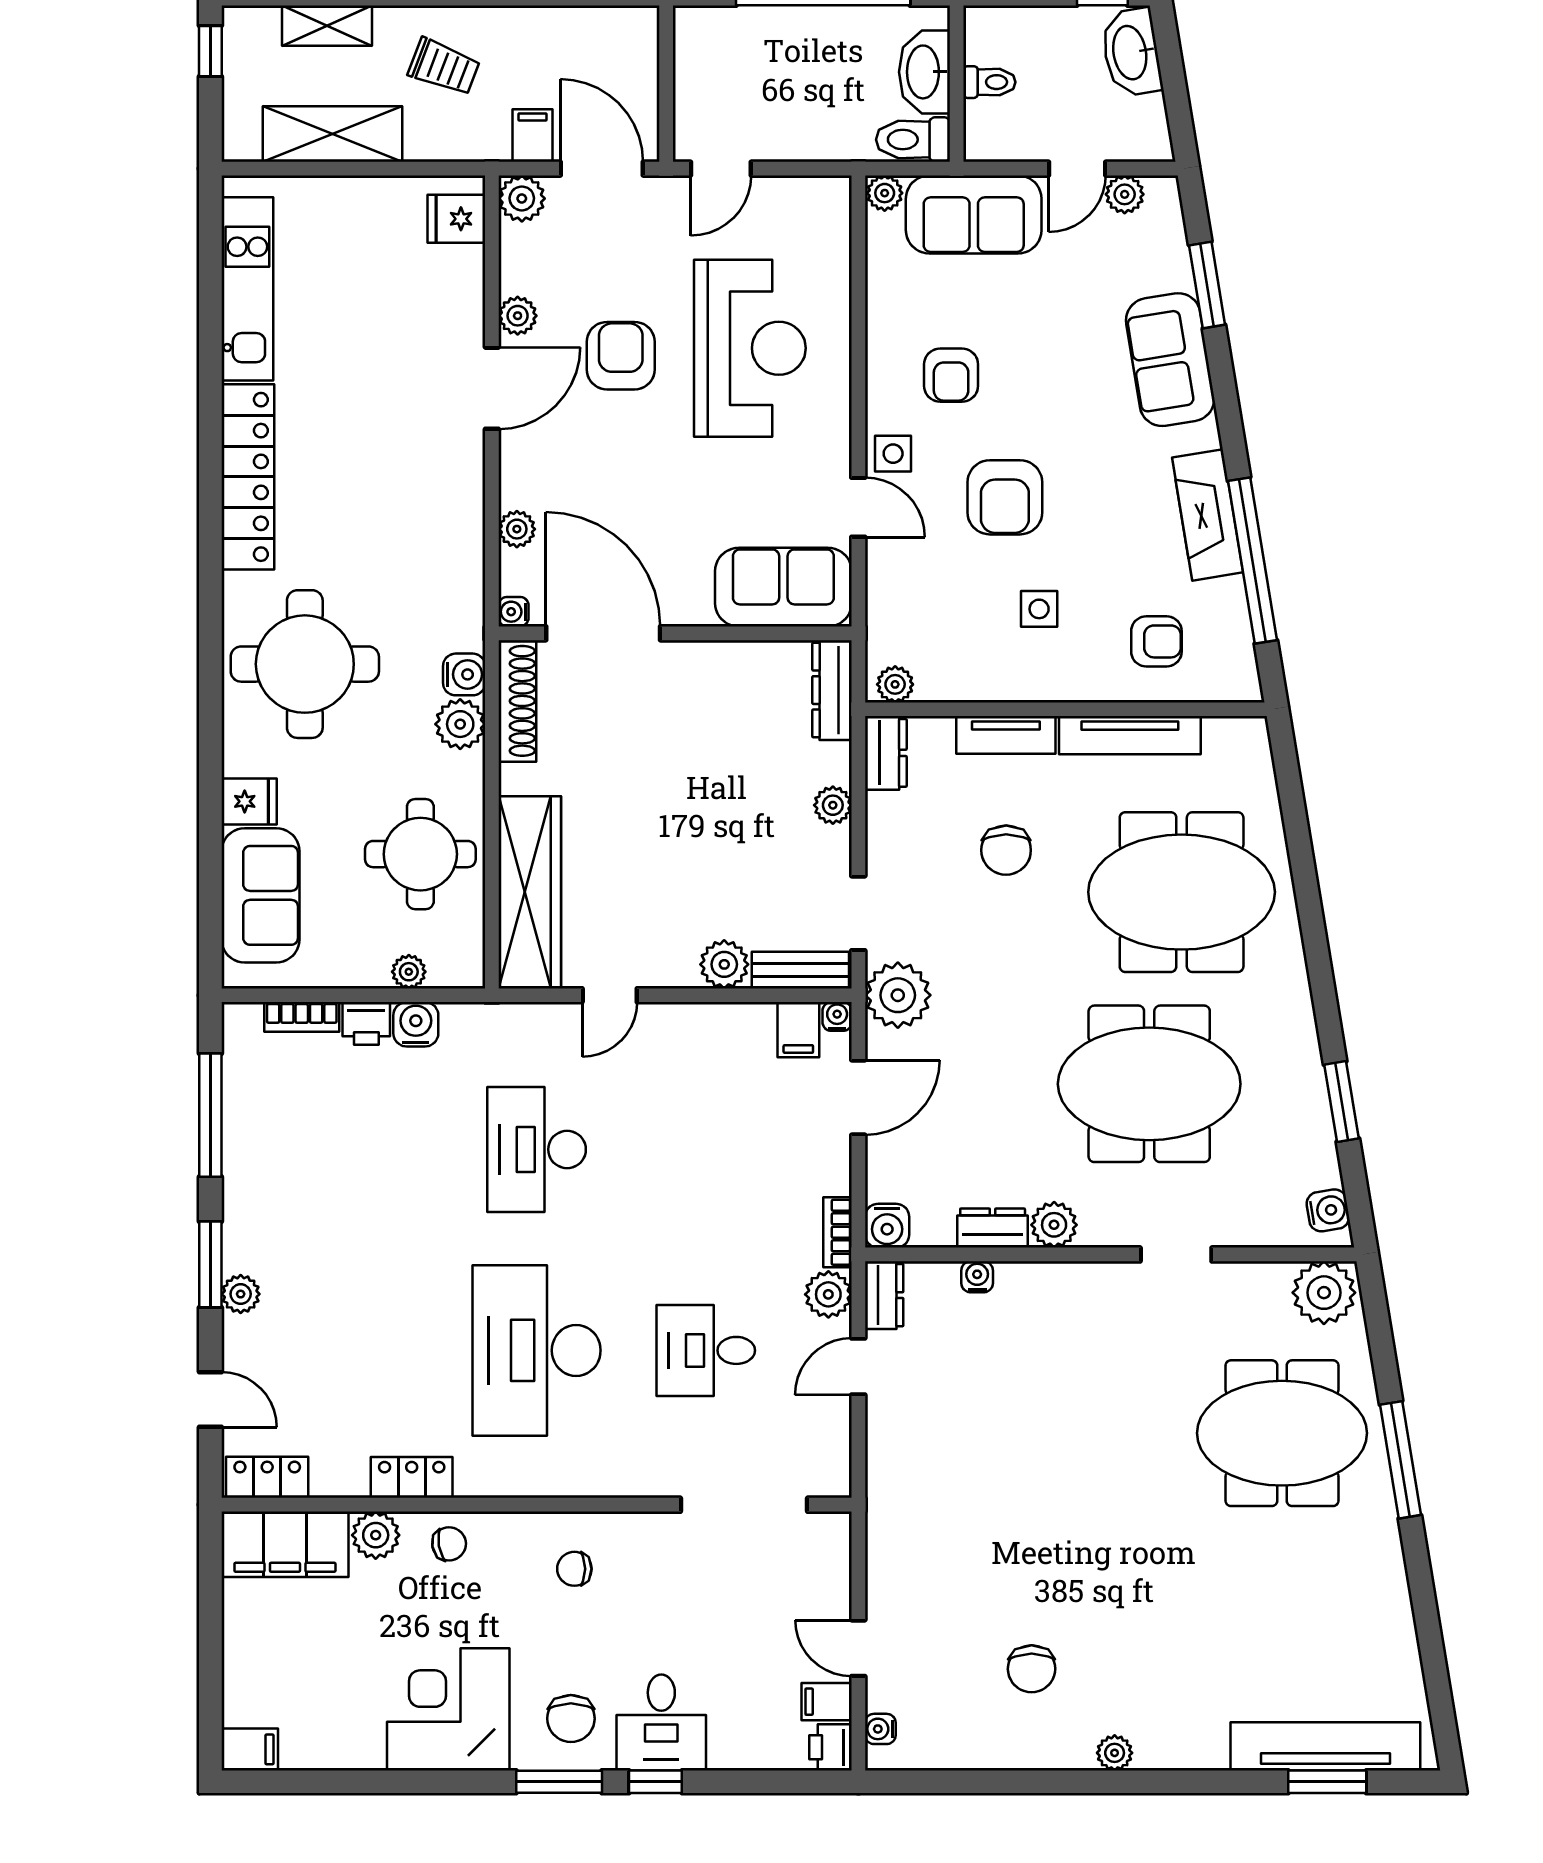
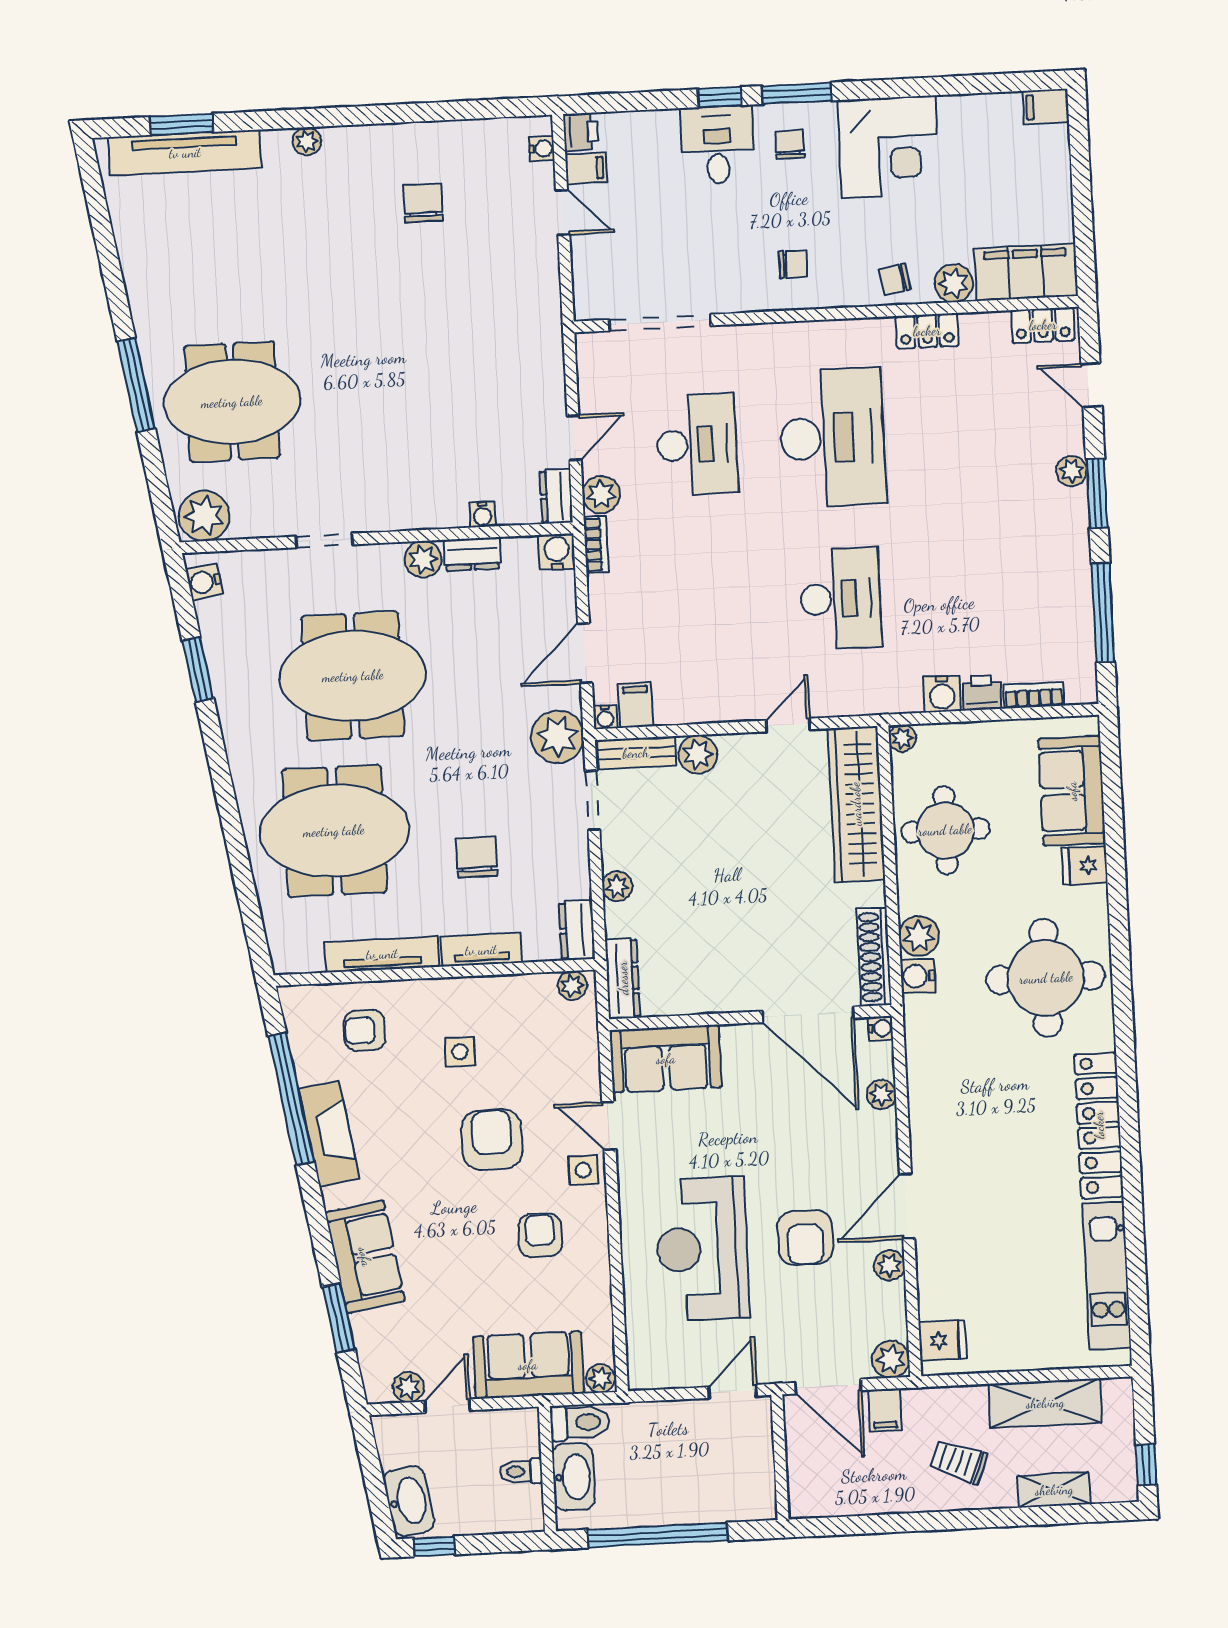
plant: (409, 972) -> (902, 738), moved
desk: (706, 1350) -> (697, 445), width x1.37
chair: (571, 1719) -> (790, 144), width x0.73, depth x0.73
plant: (1115, 1753) -> (307, 141), moved

